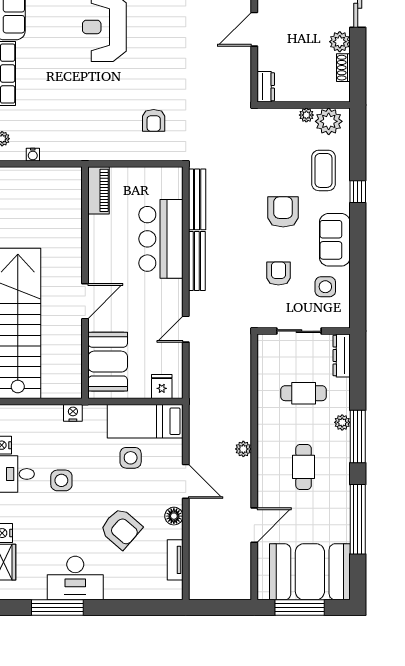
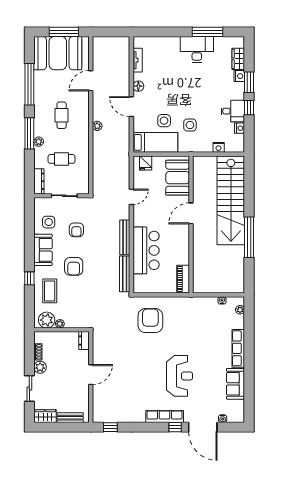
armchair: (154, 120) -> (150, 321), width x1.88, depth x1.88
nightstand: (73, 413) -> (219, 147), moved
side table: (61, 480) -> (190, 125), moved
armchair: (121, 528) -> (170, 79), removed

